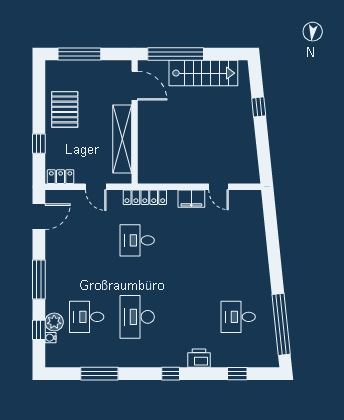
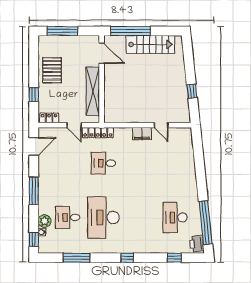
window: (259, 107) -> (192, 91), moved
locker: (145, 197) -> (98, 133), moved
desk: (137, 317) -> (103, 217), width x1.36, depth x1.30
desk: (238, 317) -> (175, 217), width x1.37
window: (39, 330) -> (34, 240), moved
printer: (199, 358) -> (197, 244), moved, turned -96

